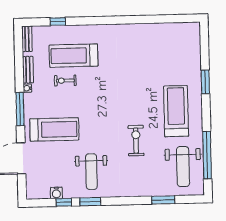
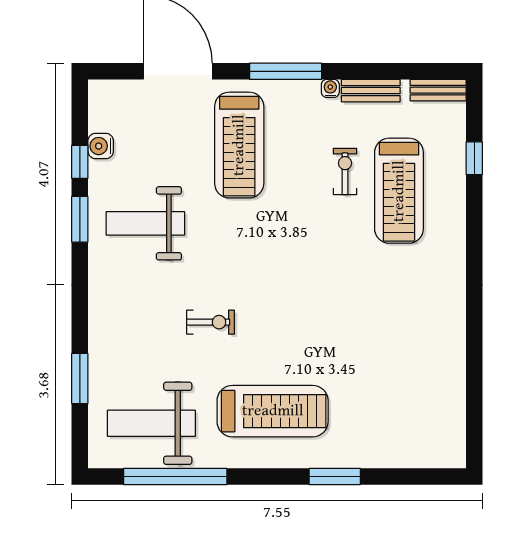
treadmill: (74, 56) -> (399, 191), turned 180
exercise bike: (136, 141) -> (210, 322), width x0.73, depth x0.72

